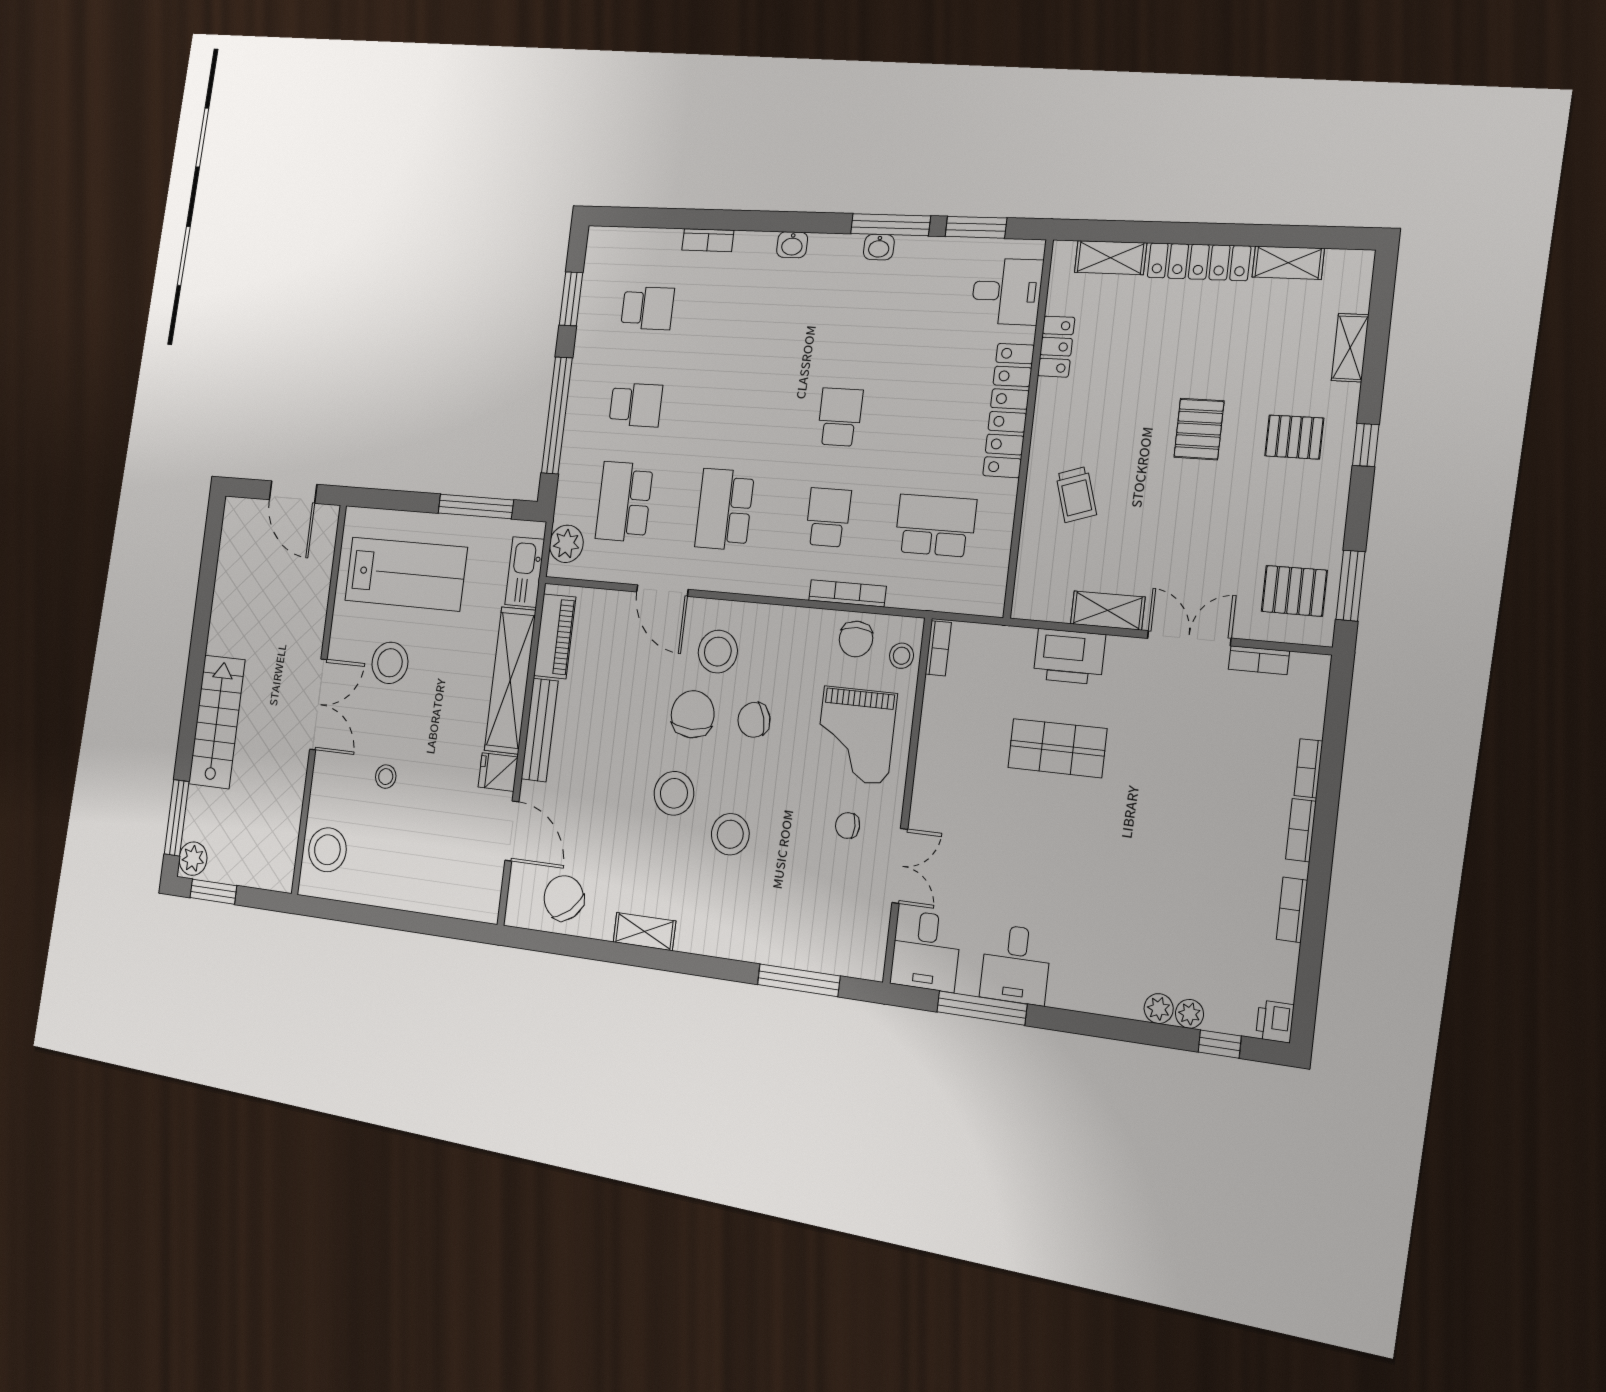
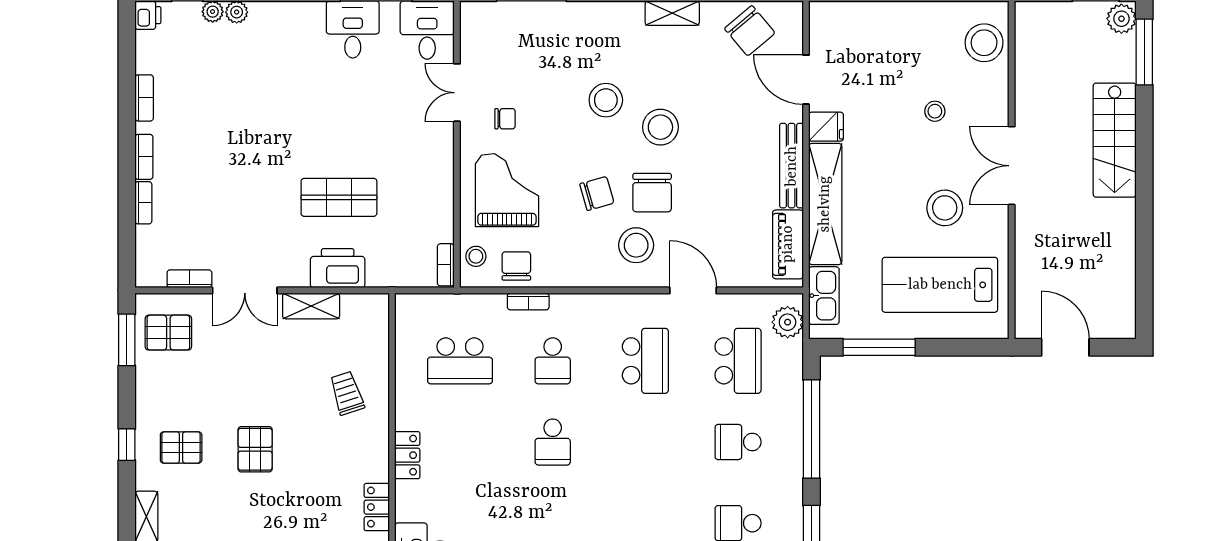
locker: (1009, 410) -> (407, 455), width x0.46, depth x0.83
bookcase: (847, 593) -> (528, 302), width x0.64

